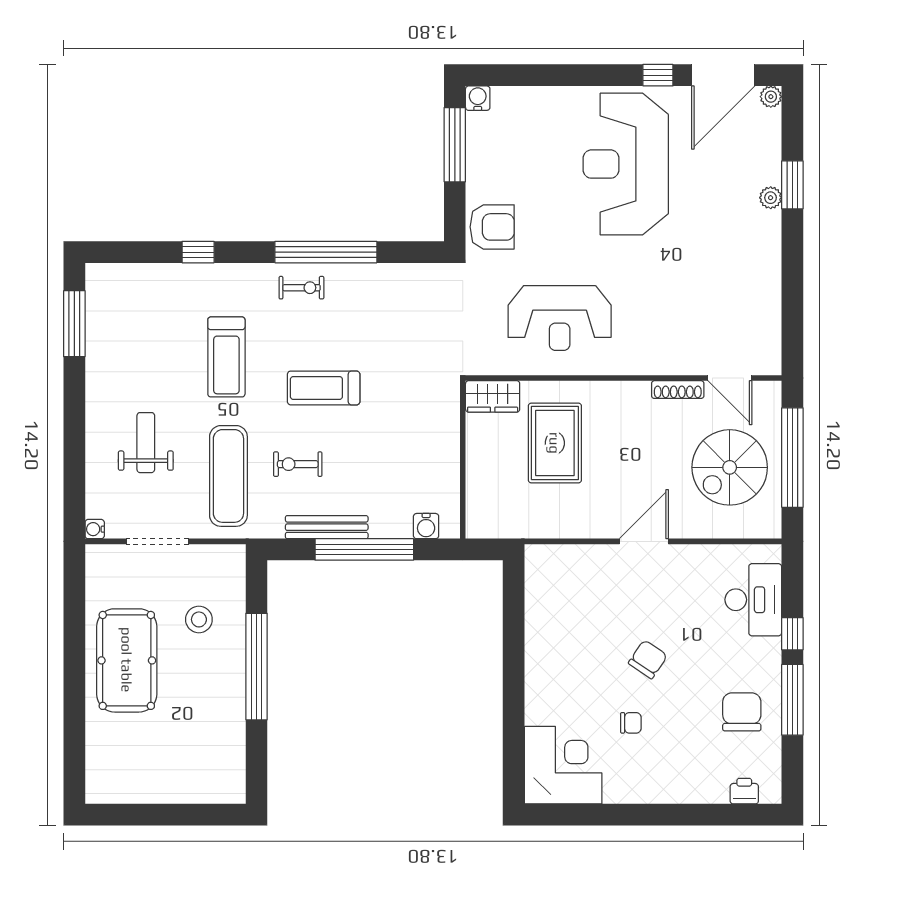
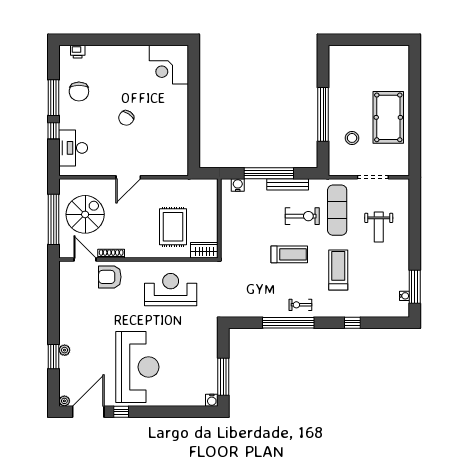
armchair: (492, 227) -> (110, 277), moved
exercise bike: (298, 464) -> (302, 216), width x1.38, depth x1.39
water cooler: (95, 529) -> (404, 296), moved
chair: (631, 723) -> (135, 86), removed

